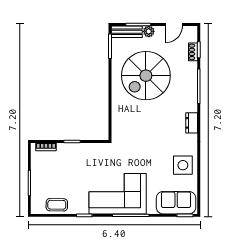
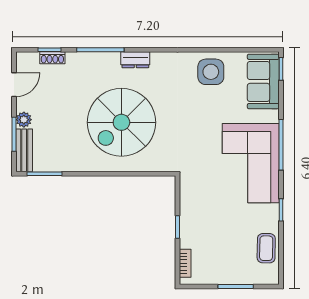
door: (174, 25) -> (14, 85), hinge flipped
spiral stairs: (146, 76) -> (121, 122), moved, turned 90
dresser: (192, 123) -> (135, 60), moved

